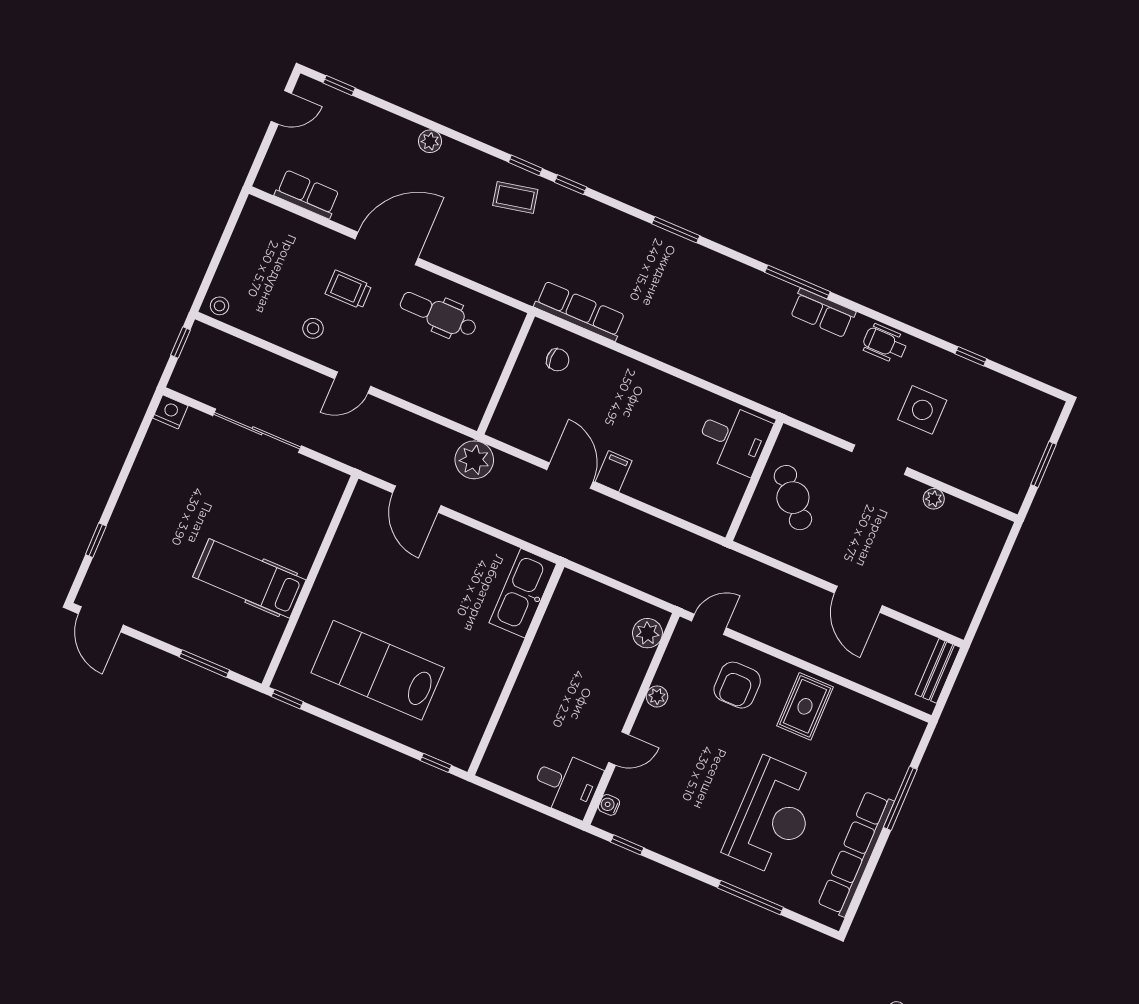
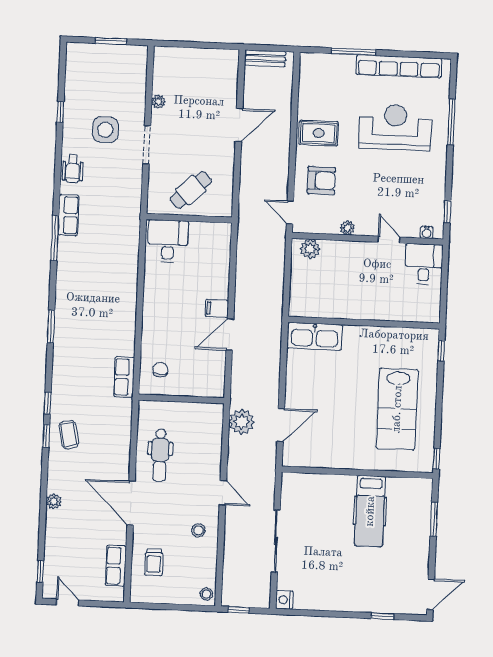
trolley: (348, 290) -> (154, 562), moved
row of seats: (580, 311) -> (124, 377), width x0.68
plant: (474, 460) -> (242, 422), moved

